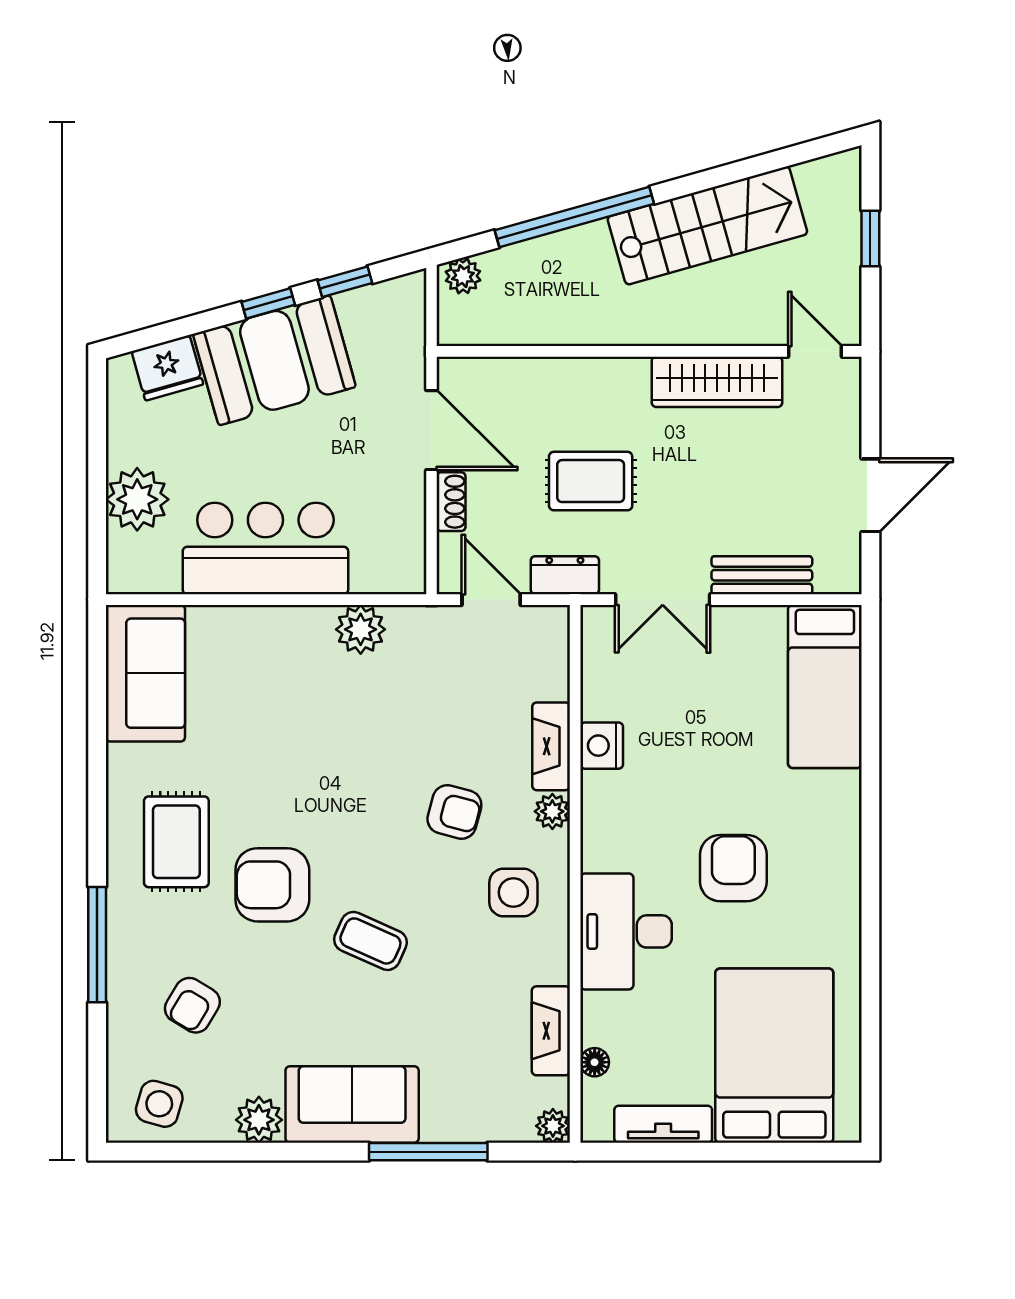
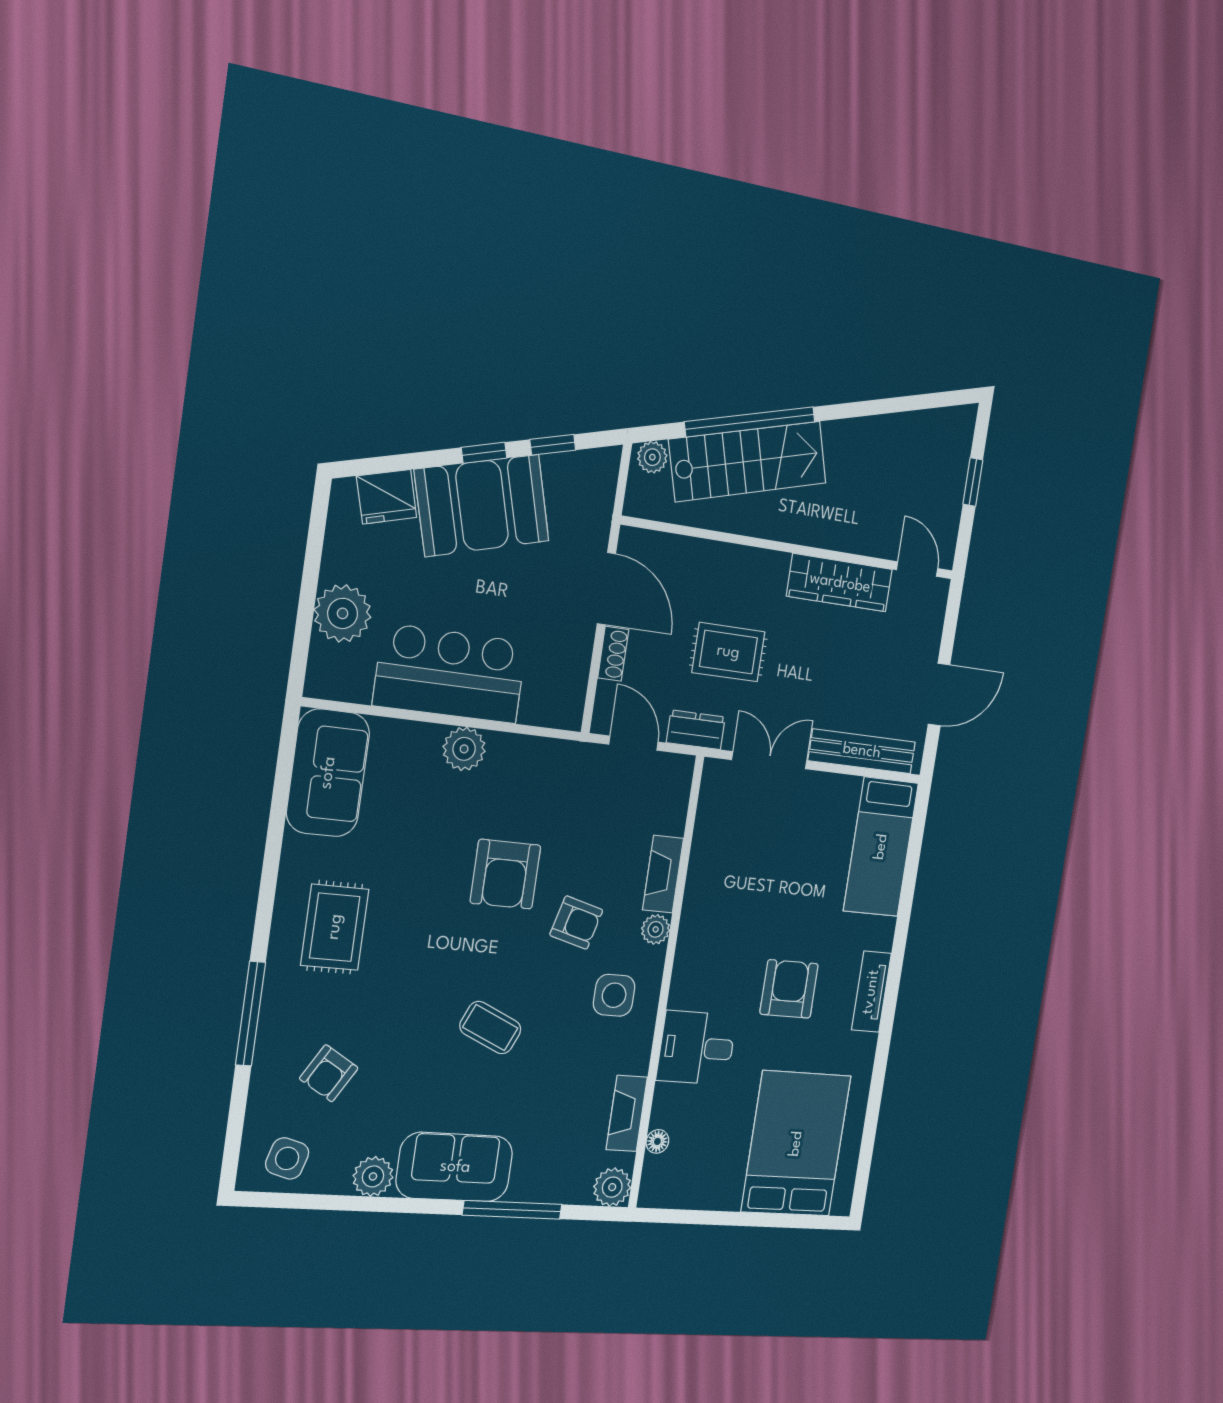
stairs: (707, 226) -> (748, 461), moved
bench: (762, 575) -> (862, 751), width x1.36
double door: (663, 600) -> (769, 760), swing flipped
plant: (361, 629) -> (464, 749), moved
nightstand: (602, 746) -> (703, 878), removed
armchair: (272, 885) -> (505, 874), moved, turned -90
desk: (626, 931) -> (696, 1048), width x0.73
tv unit: (663, 1124) -> (871, 992), moved, turned -90
plant: (553, 1126) -> (612, 1187), width x1.38, depth x1.38

